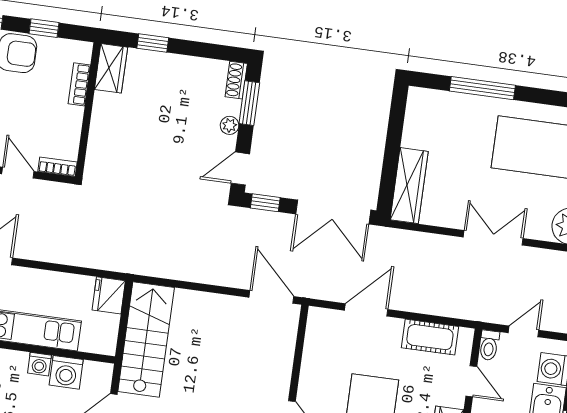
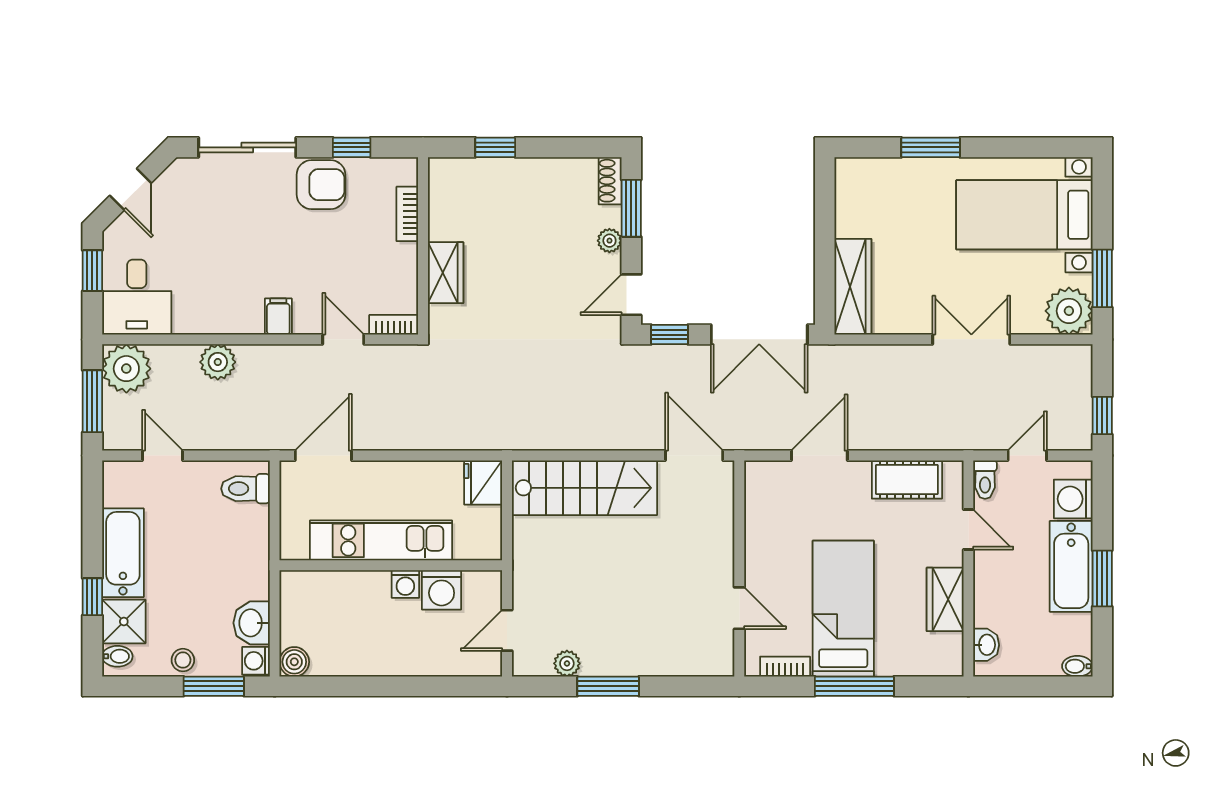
wardrobe: (111, 68) -> (446, 273), moved
window: (482, 88) -> (931, 147), width x0.69
stairs: (146, 339) -> (584, 488), moved, turned 90

